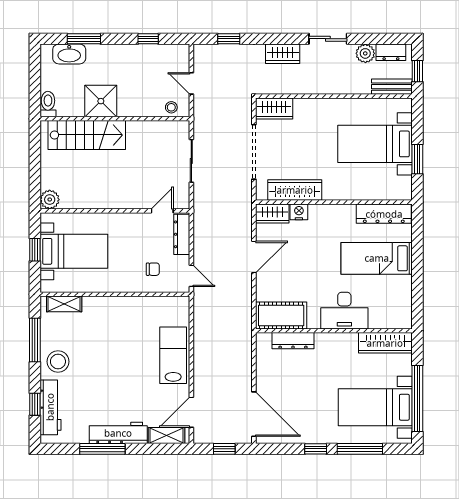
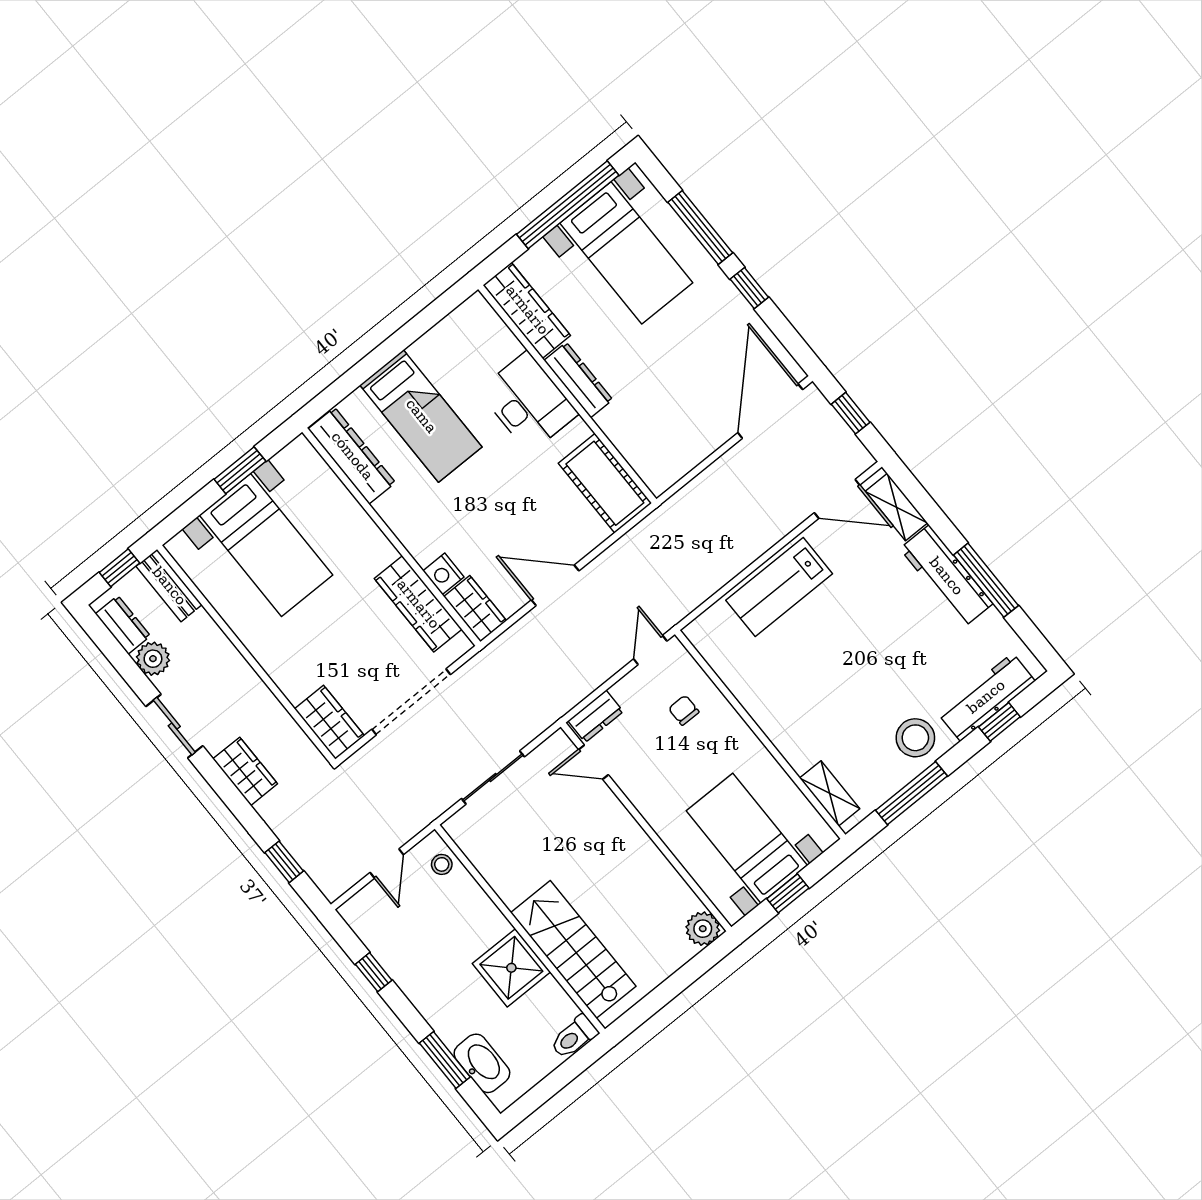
dresser: (182, 234) -> (596, 716), width x0.70
dresser: (293, 341) -> (578, 380), moved

